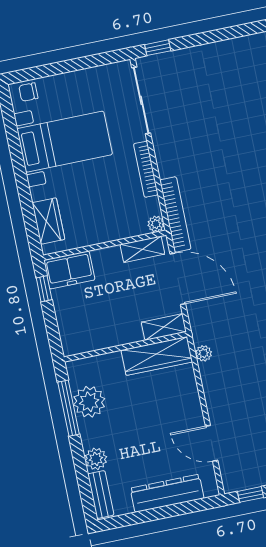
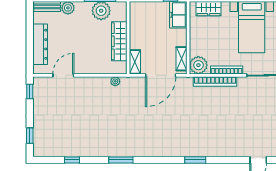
bookcase: (175, 214) -> (215, 82), moved
plant: (156, 224) -> (198, 65), width x1.87, depth x1.87
wardrobe: (157, 356) -> (119, 41), moved

